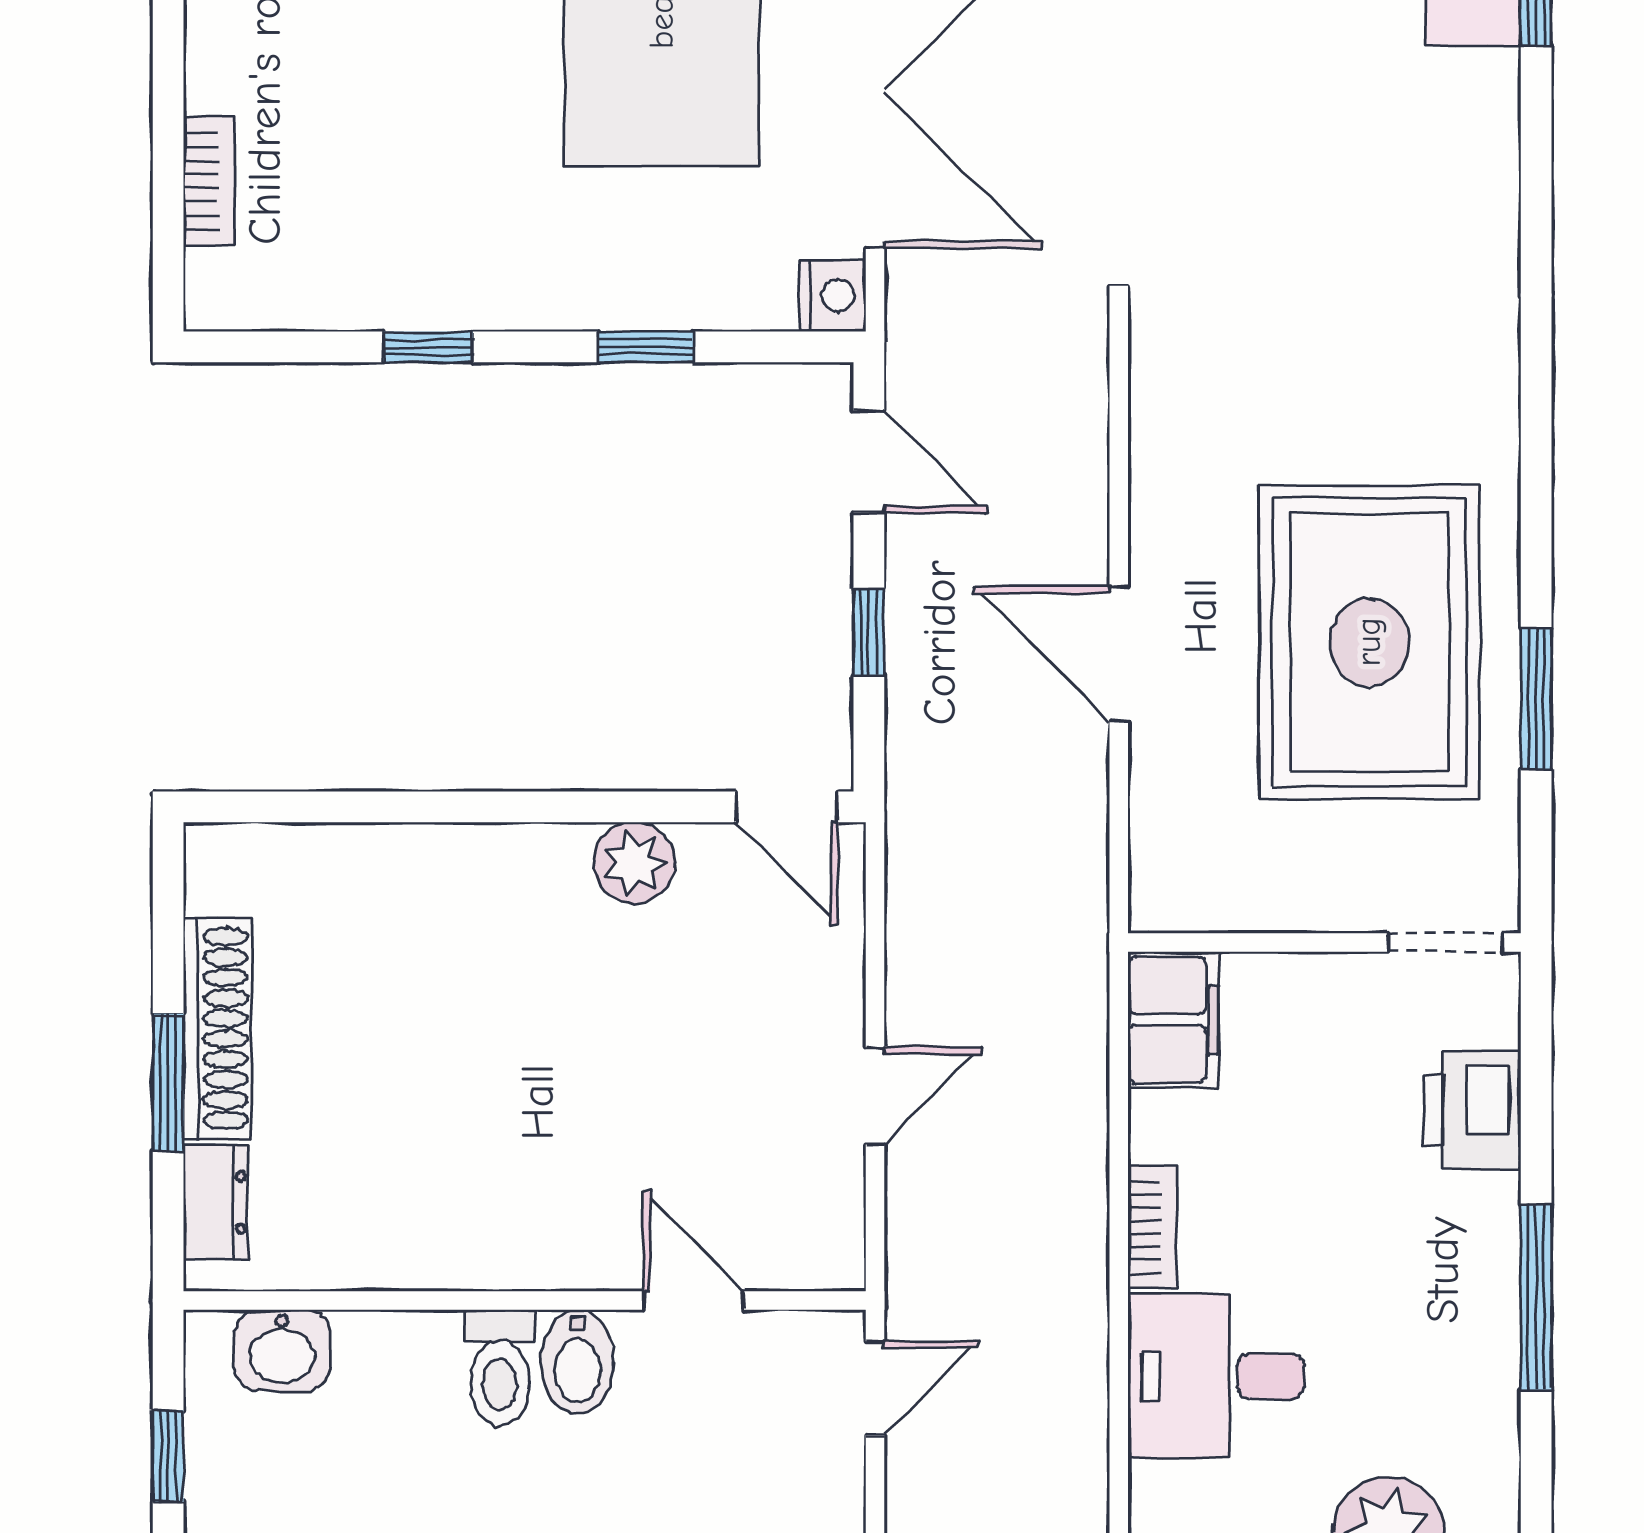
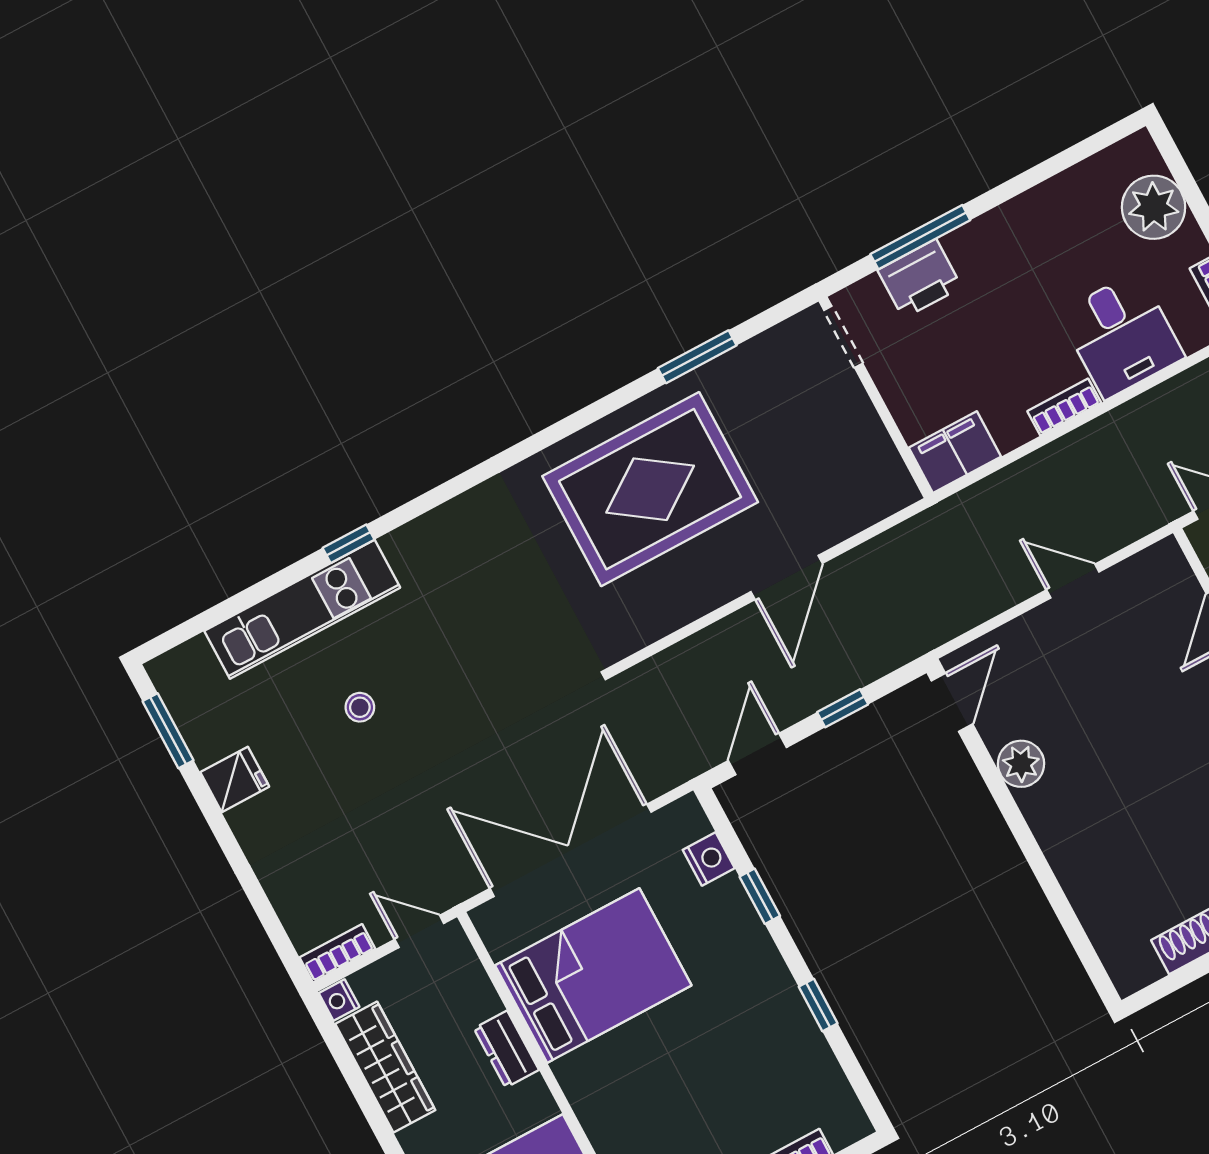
nightstand: (833, 296) -> (709, 859), moved, turned 90
rug: (1369, 642) -> (650, 489), moved
window: (1536, 1297) -> (920, 237), moved

